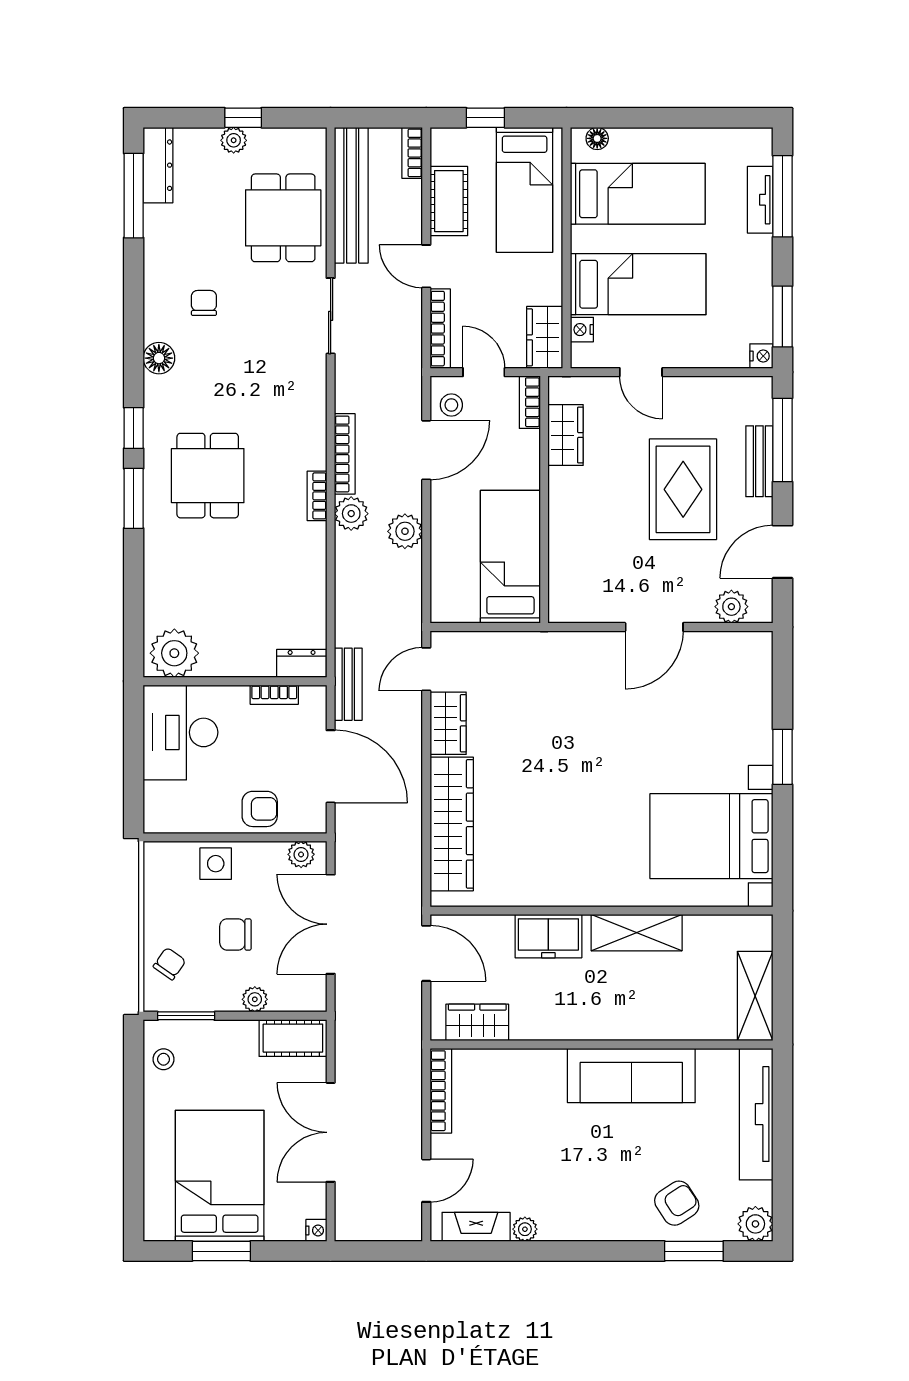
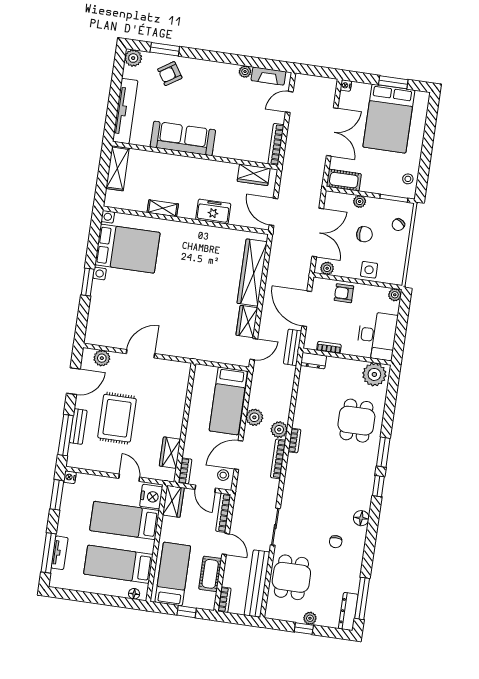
nightstand: (582, 330) -> (151, 497), width x1.89, depth x1.79
dining table: (208, 476) -> (356, 421), moved
bed: (510, 557) -> (228, 401), moved
plant: (156, 821) -> (395, 295), added
shelving: (637, 933) -> (163, 208), width x0.67, depth x0.75

